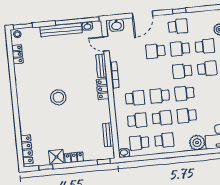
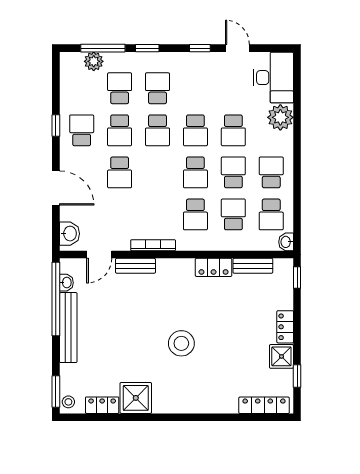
shower: (24, 74) -> (136, 398), added
locker: (103, 89) -> (214, 267), moved
school desk: (135, 98) -> (195, 214), turned 180

